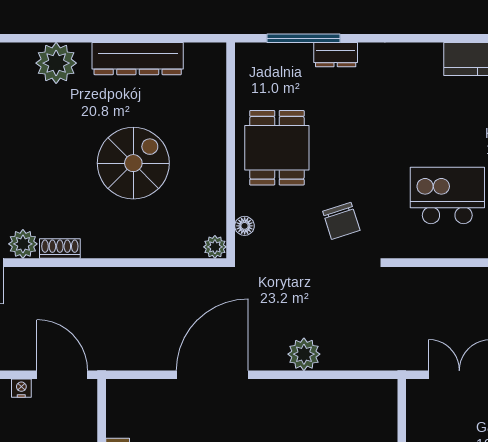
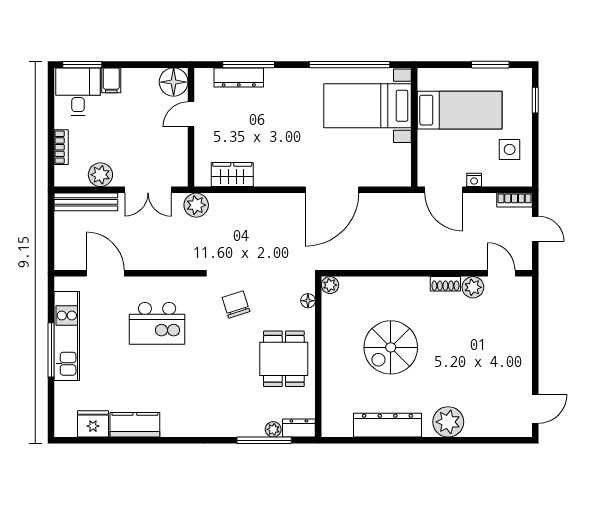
plant: (291, 53) -> (273, 429), added
dresser: (336, 55) -> (299, 428), moved
plant: (304, 354) -> (196, 205), moved
wardrobe: (346, 395) -> (232, 175), added

